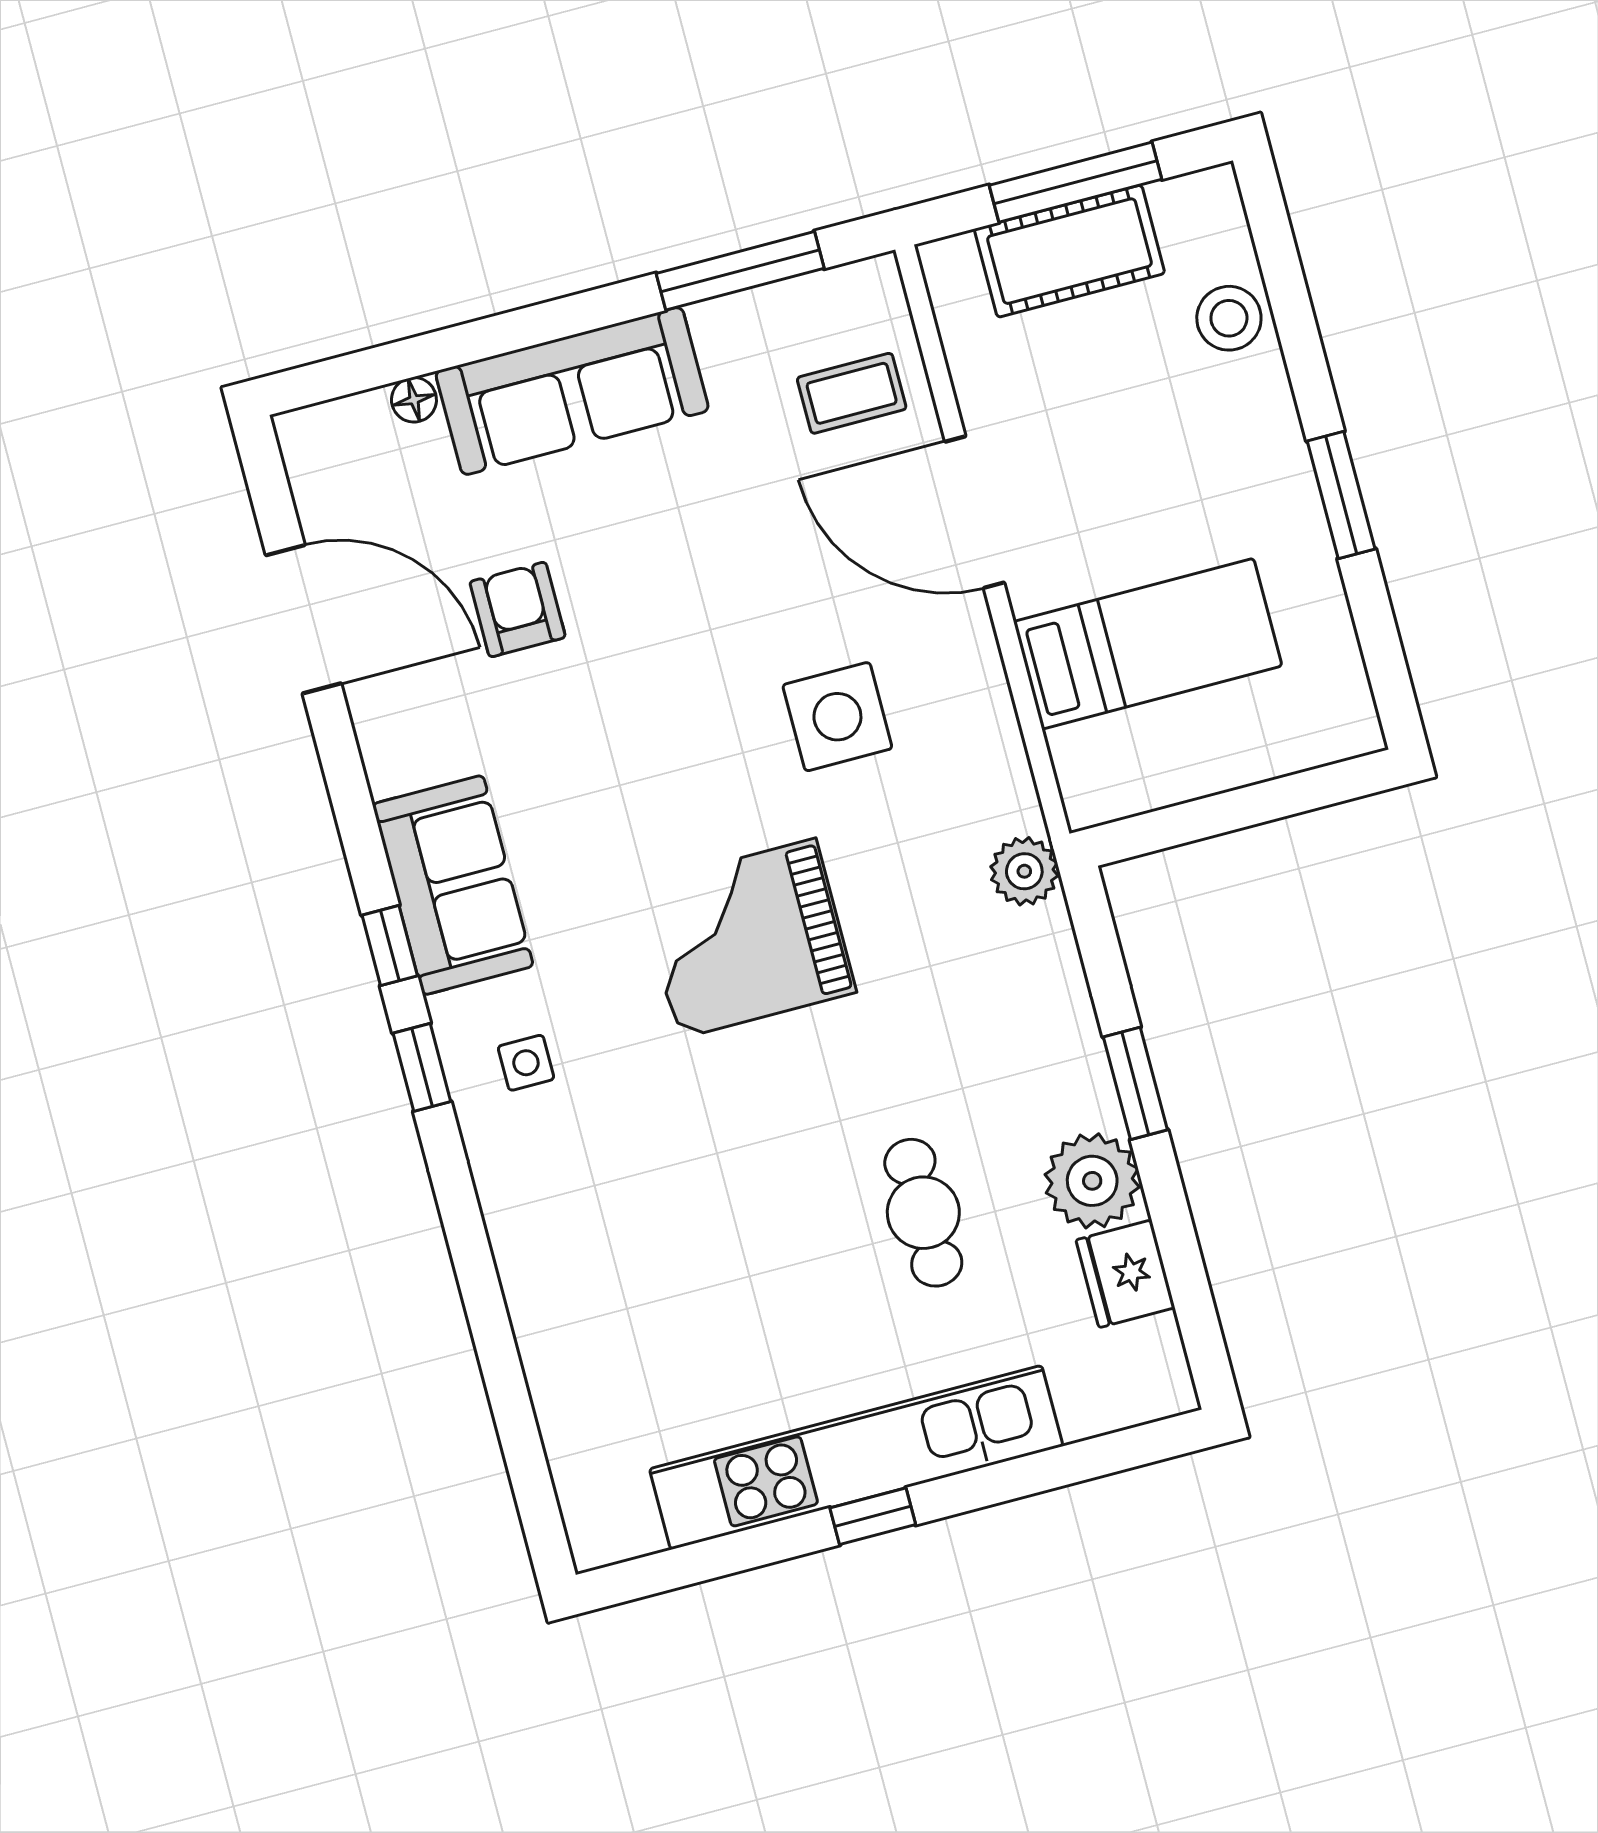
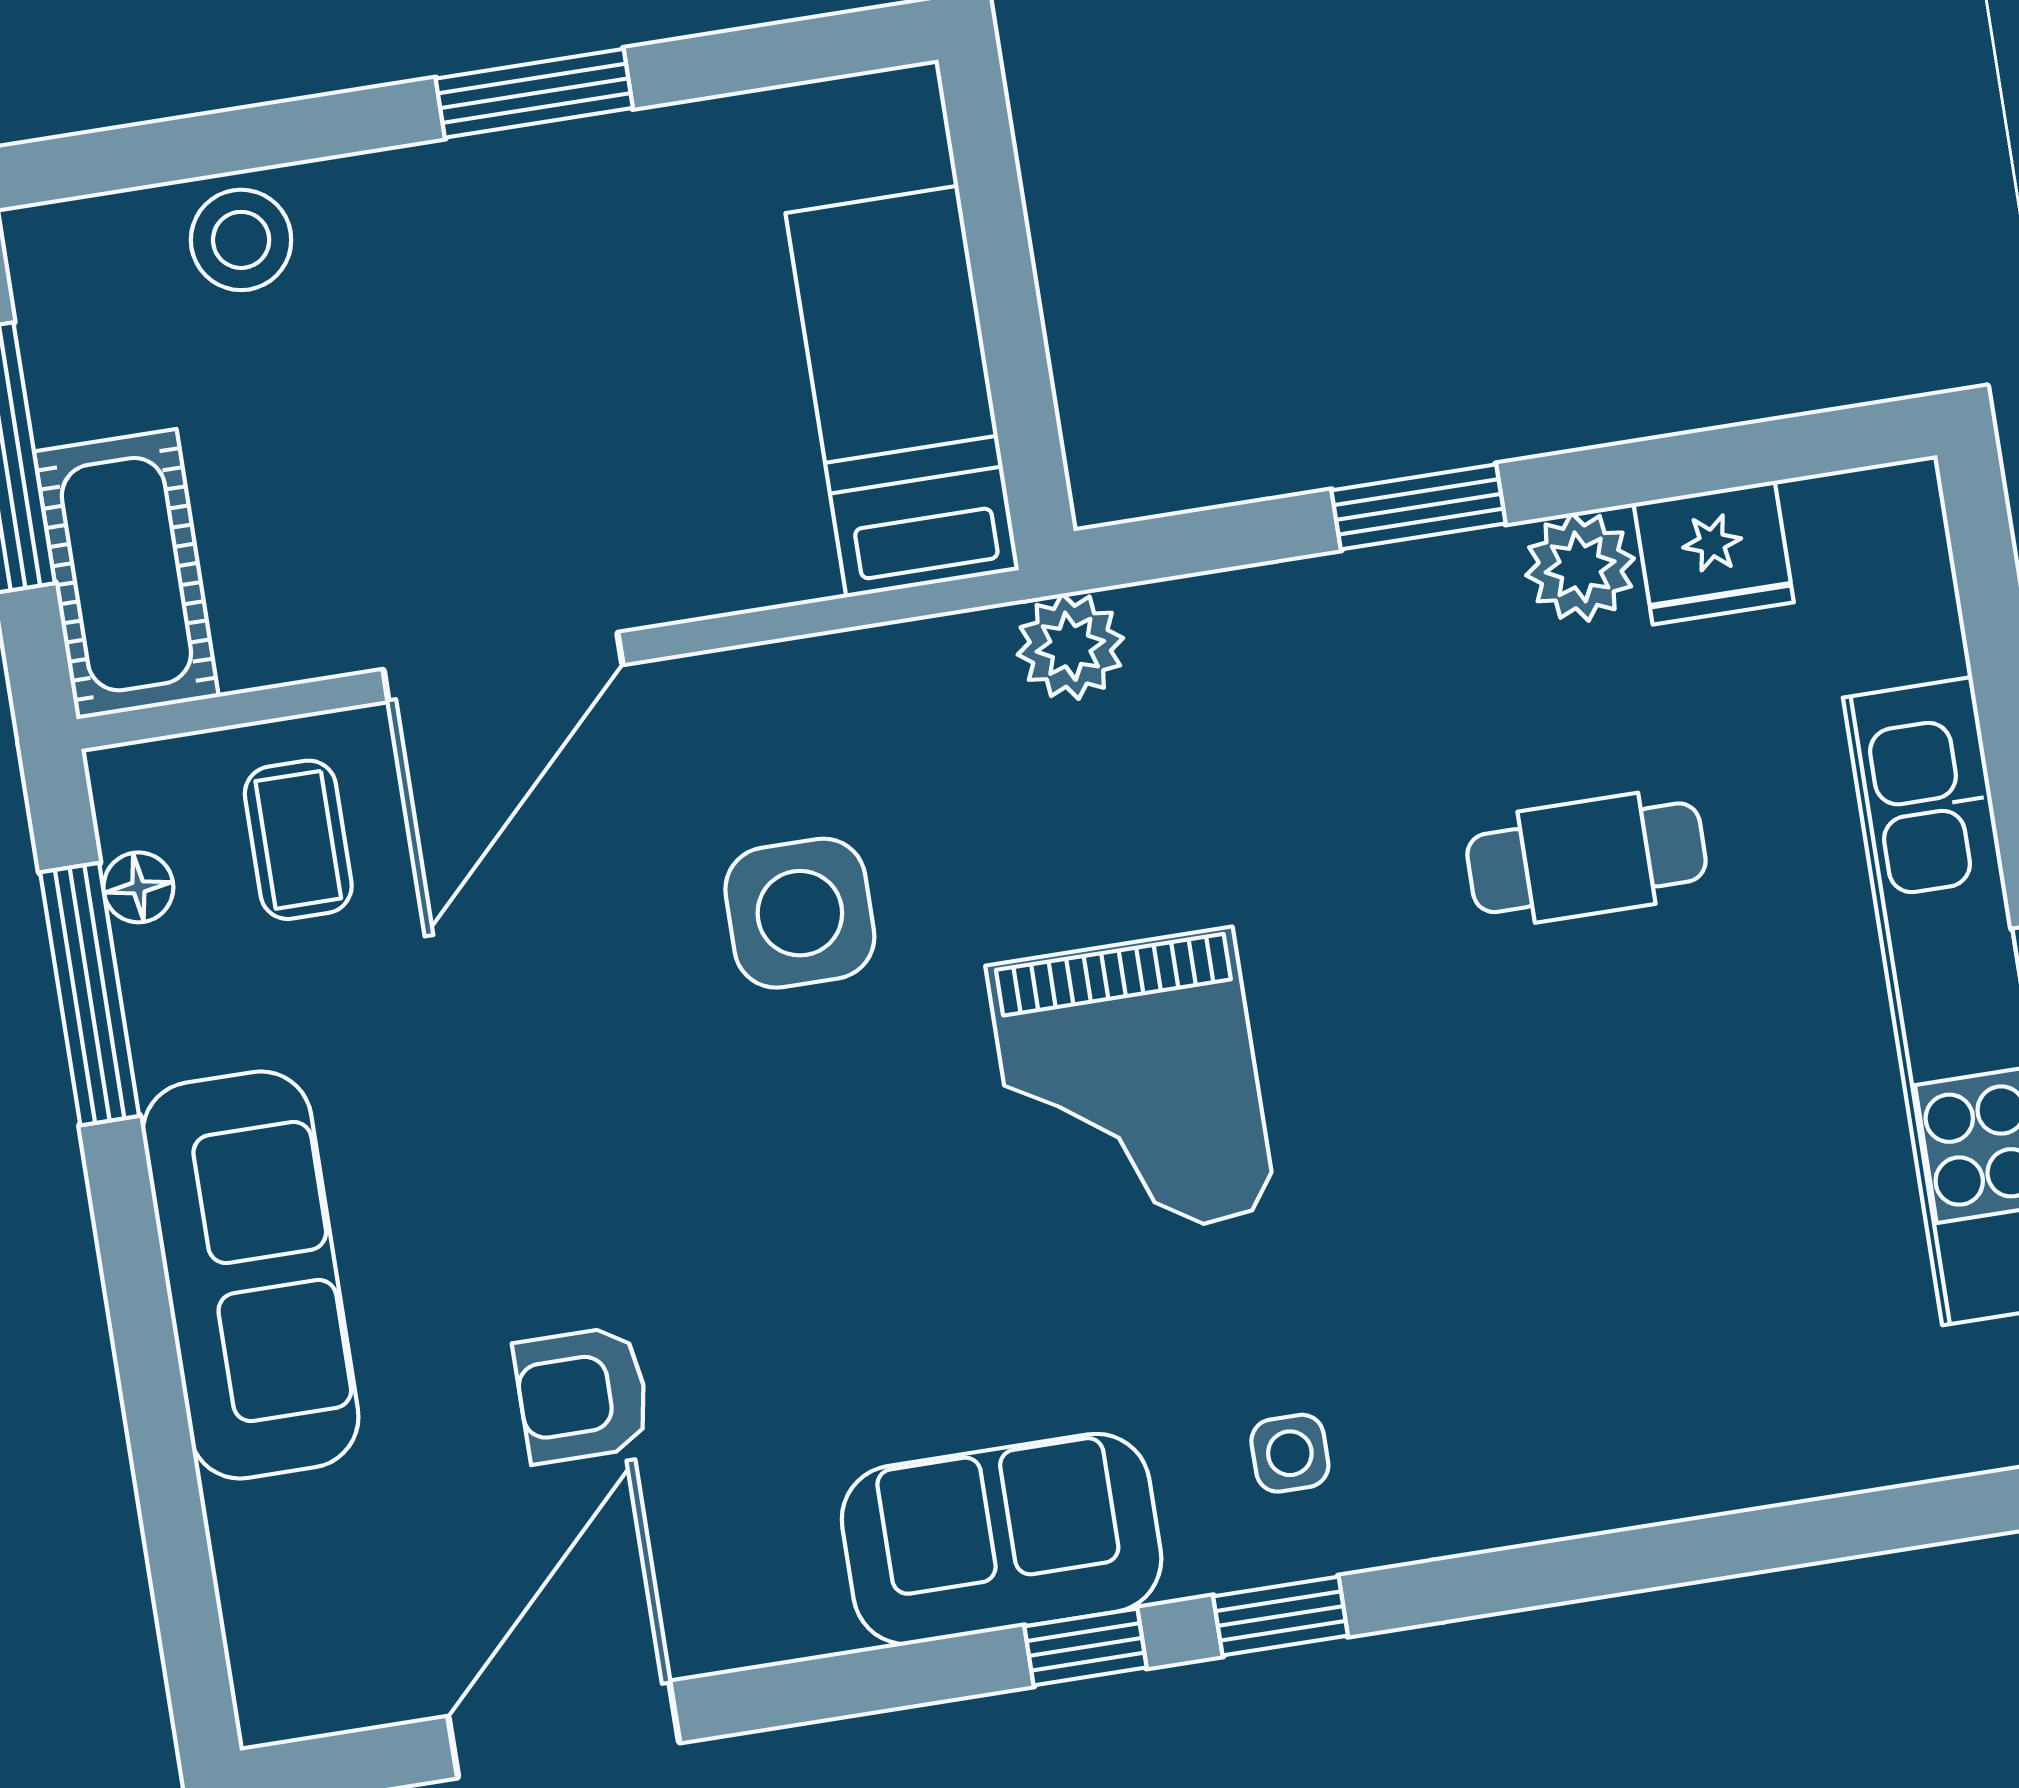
cot: (1069, 251) -> (126, 574), moved
floor lamp: (414, 400) -> (138, 887), moved
bed: (1148, 644) -> (902, 392), moved
plant: (1092, 1181) -> (1580, 567), width x0.73, depth x0.73

